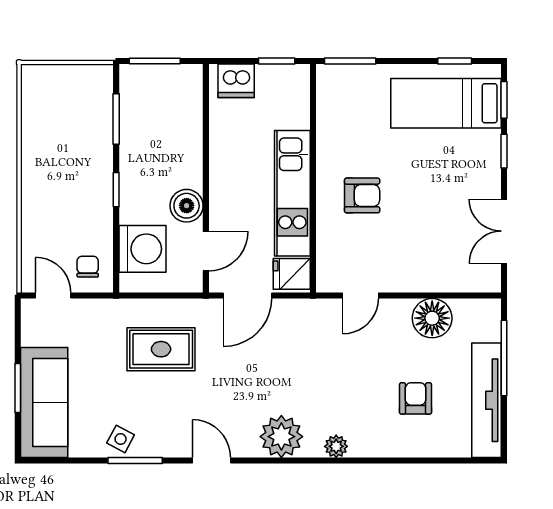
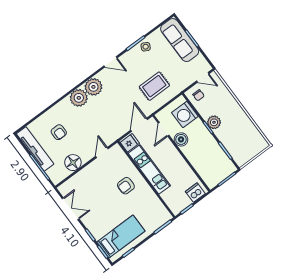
plant: (97, 191) -> (214, 122), added
plant: (336, 446) -> (79, 98), width x1.88, depth x1.88

